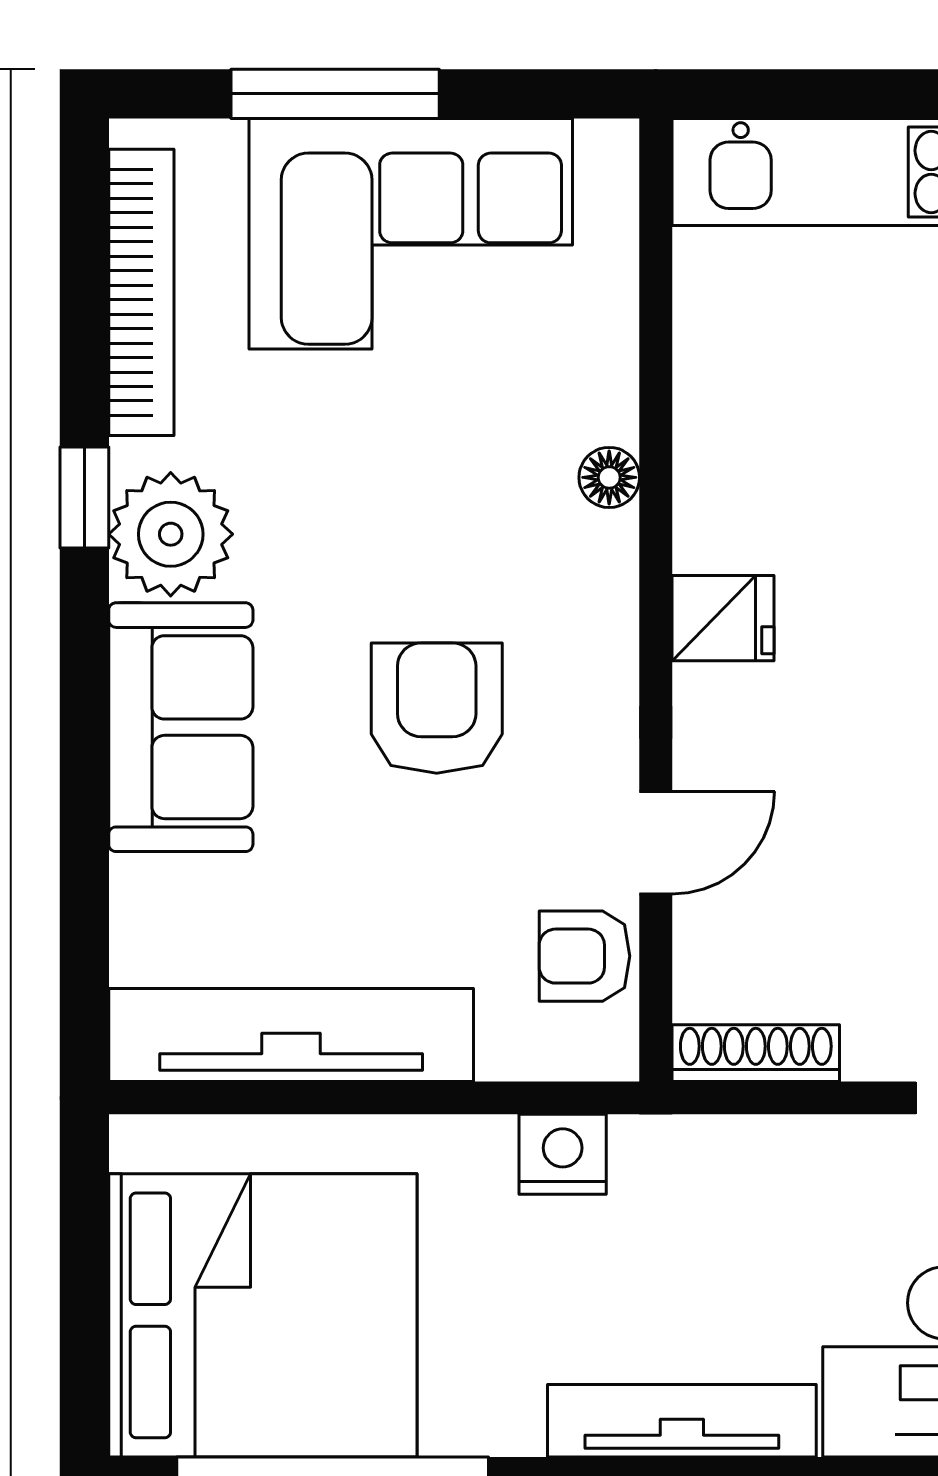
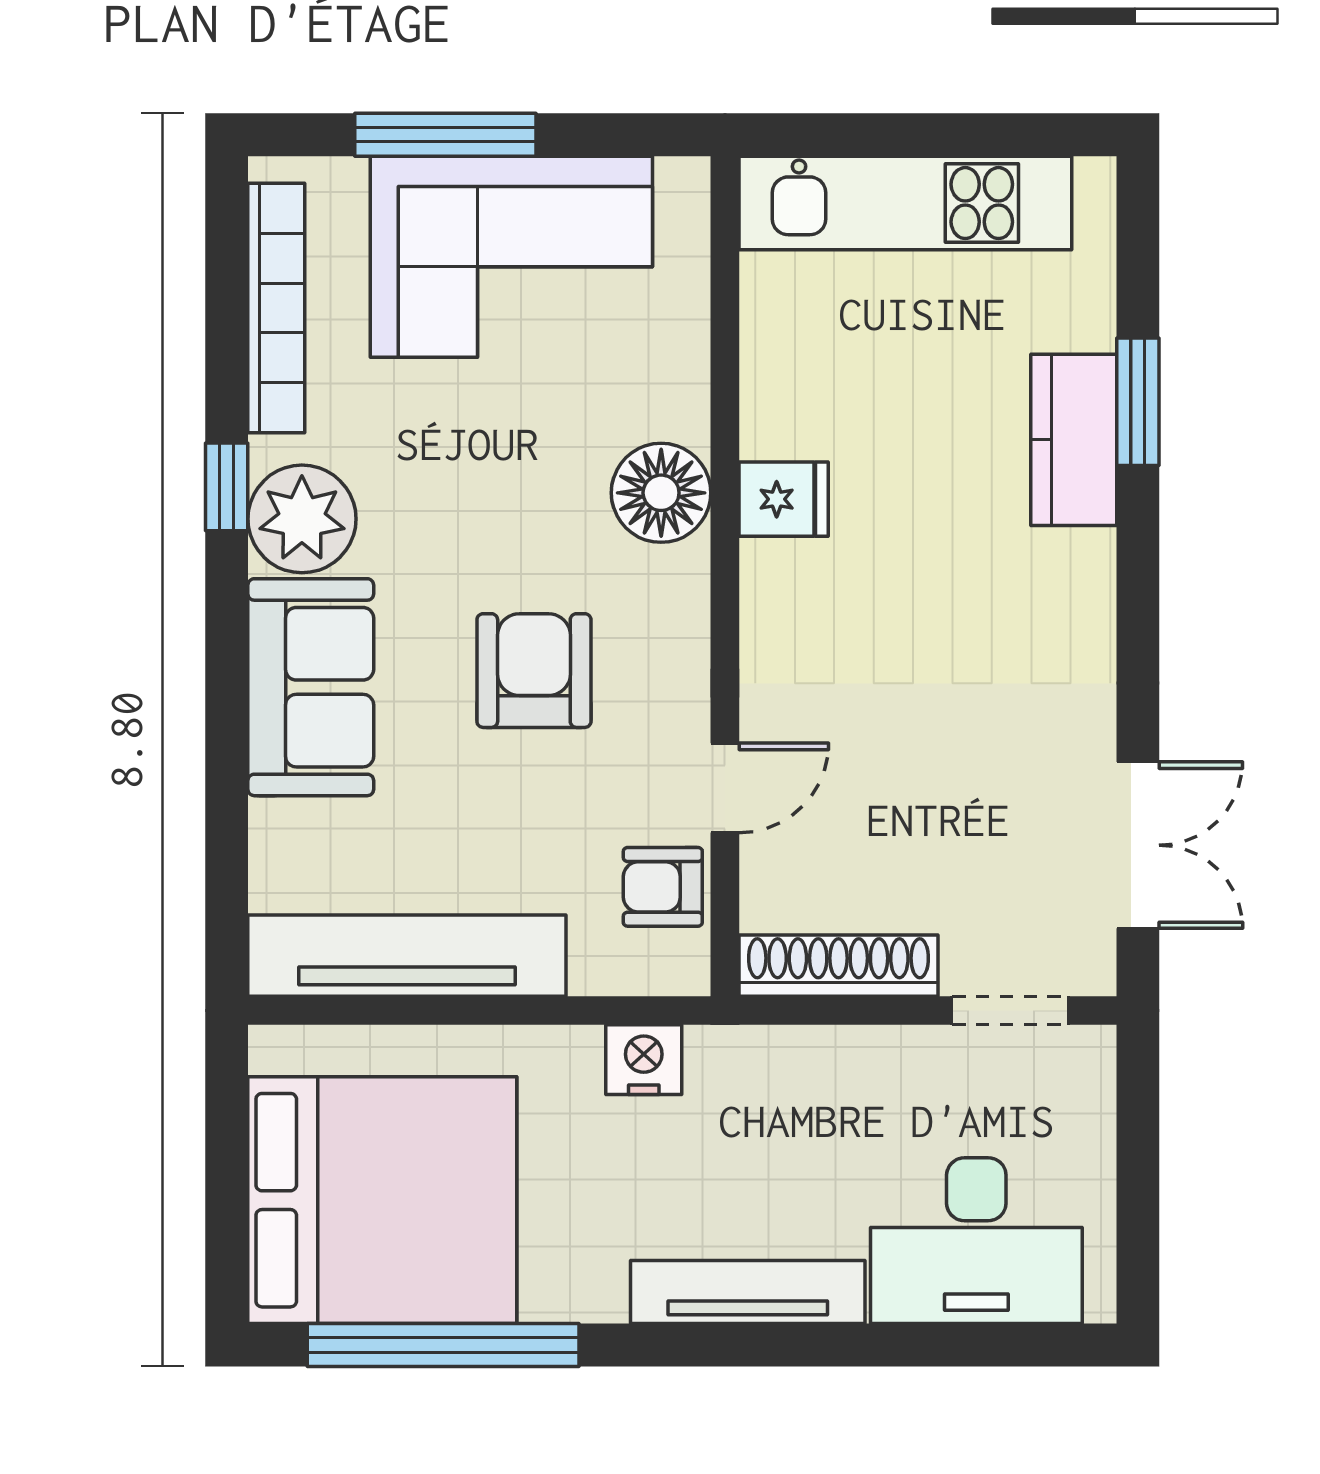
floor lamp: (609, 477) -> (661, 493), width x1.89, depth x1.89
fridge: (723, 618) -> (784, 499), moved
shoe rack: (756, 1053) -> (838, 966), width x1.36, depth x1.24

